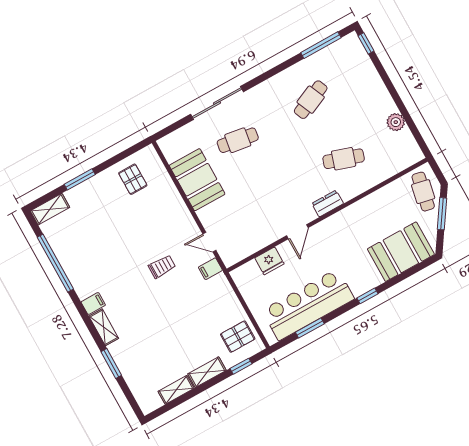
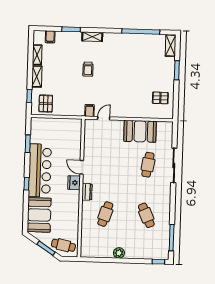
plant: (396, 122) -> (119, 253), moved
fridge: (269, 261) -> (74, 183), moved
trolley: (162, 267) -> (88, 69), moved
filing cabinet: (93, 304) -> (50, 37), moved
bar counter: (308, 305) -> (40, 170), moved

